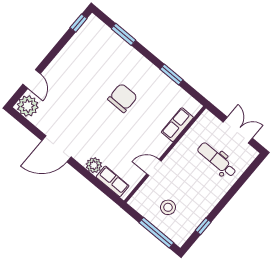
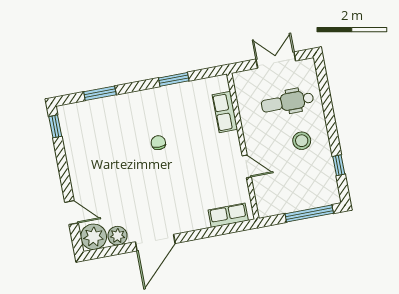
chair: (123, 98) -> (158, 143), width x0.54, depth x0.54
plant: (94, 165) -> (117, 236), moved
door: (154, 168) -> (247, 166), swing flipped
stool: (168, 207) -> (302, 141), moved

